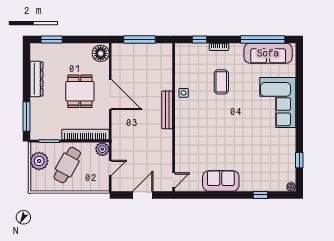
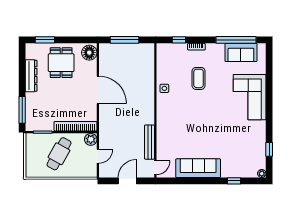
sofa: (268, 53) -> (241, 52), width x0.73
dining table: (80, 91) -> (61, 63), moved
bench: (167, 110) -> (149, 142), moved
plant: (39, 161) -> (34, 150), removed
sofa: (221, 181) -> (198, 168), width x1.36

